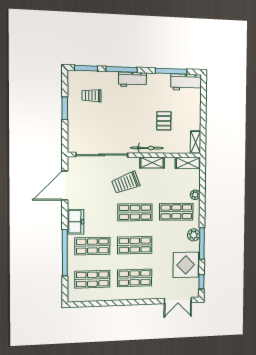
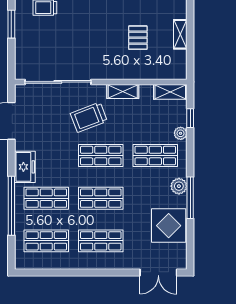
shelving: (196, 142) -> (180, 34), moved
bicycle: (147, 148) -> (116, 73), removed
window: (201, 282) -> (190, 118), moved

